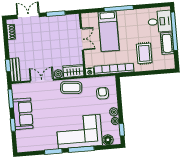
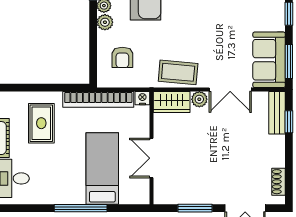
sofa: (23, 114) -> (269, 60), moved

